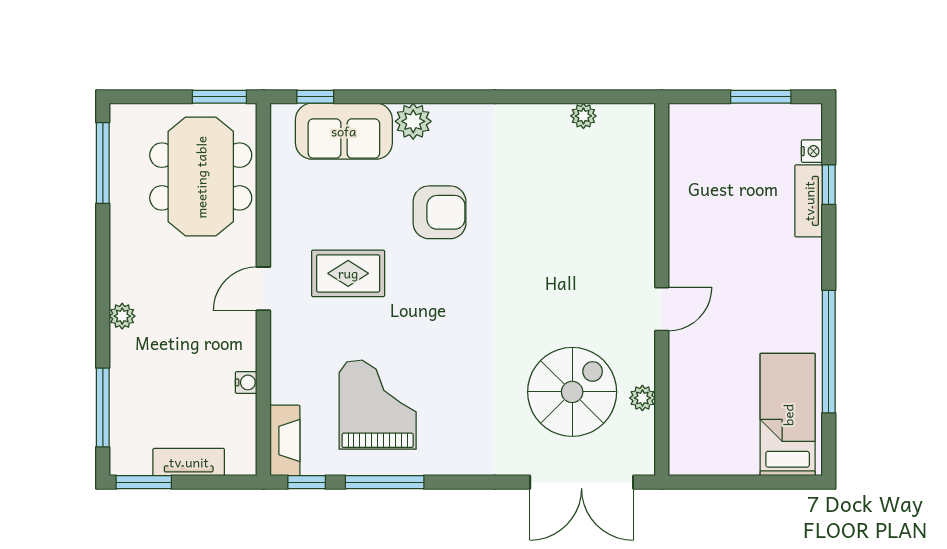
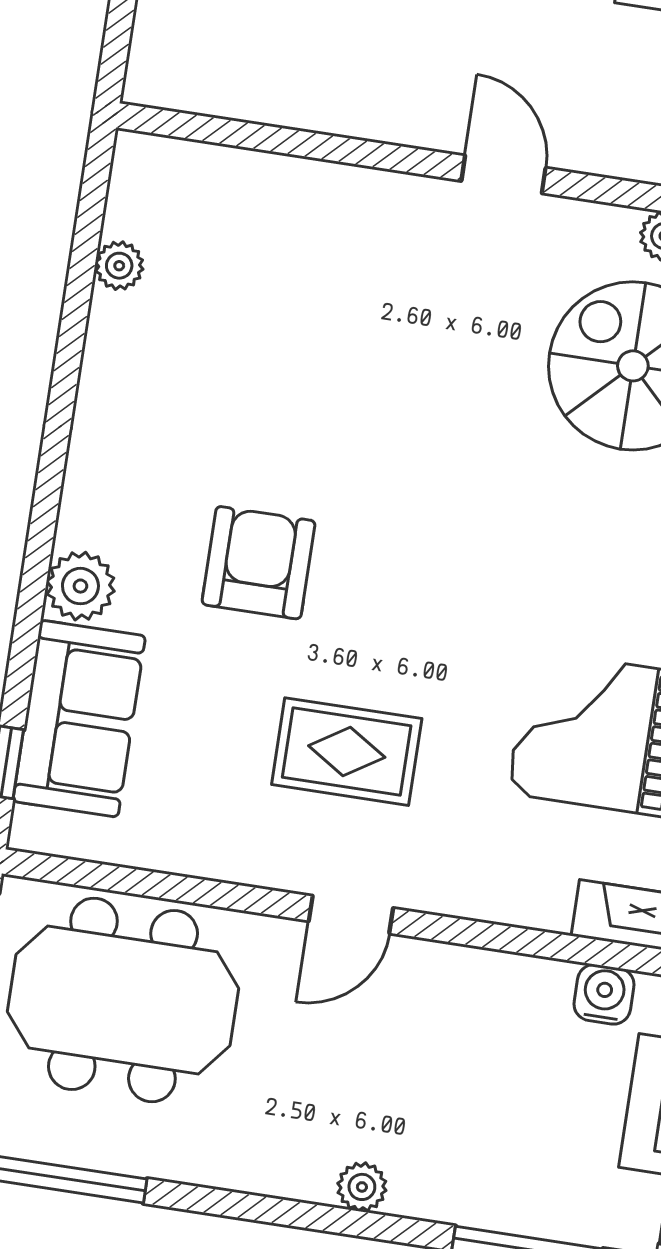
rug: (348, 273) -> (347, 752), turned 90
door: (263, 289) -> (351, 915), hinge flipped
water cooler: (246, 382) -> (604, 994), moved, width x1.38, depth x1.38

